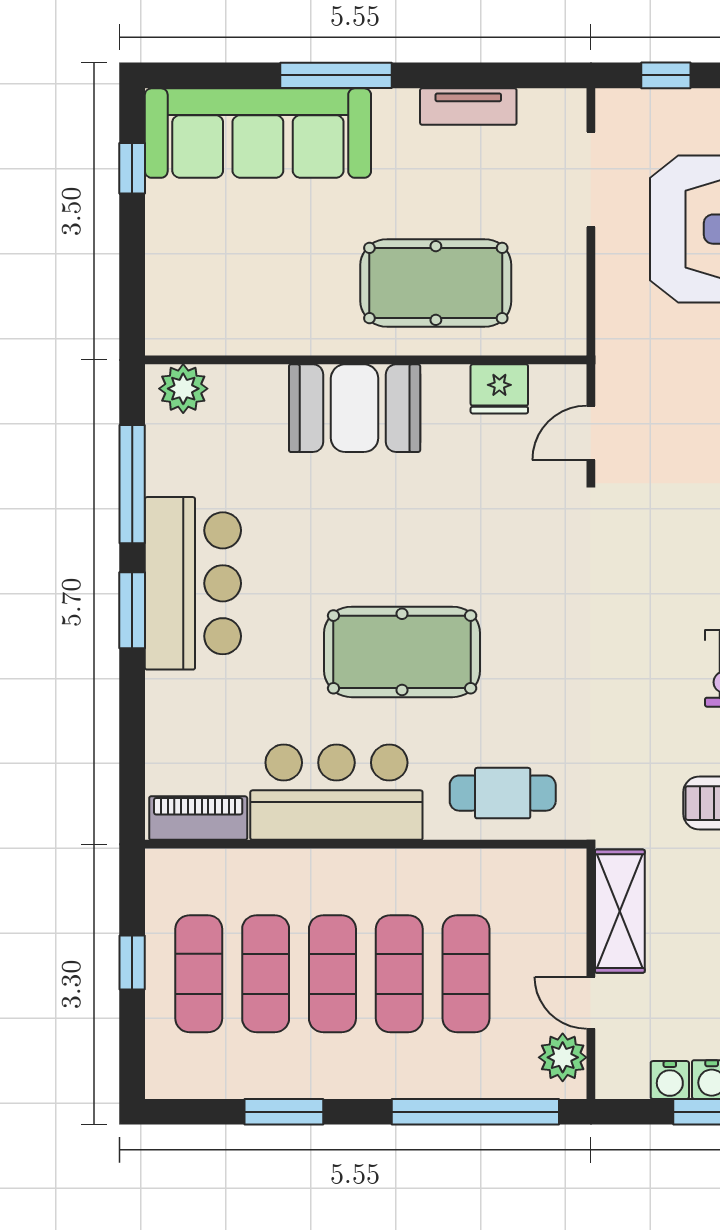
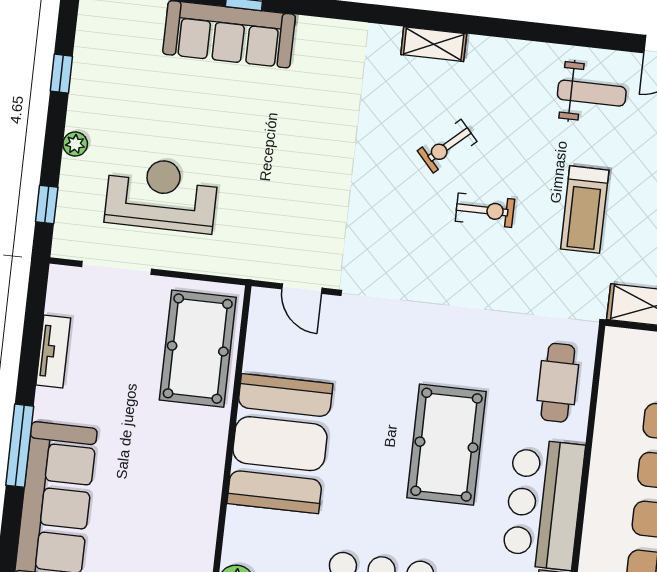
pool table: (436, 283) -> (198, 349), moved
fridge: (499, 389) -> (262, 352), removed
booth: (355, 408) -> (280, 444), width x1.36, depth x1.42

